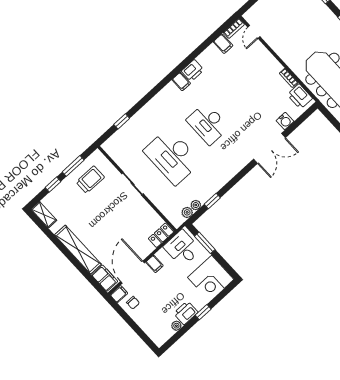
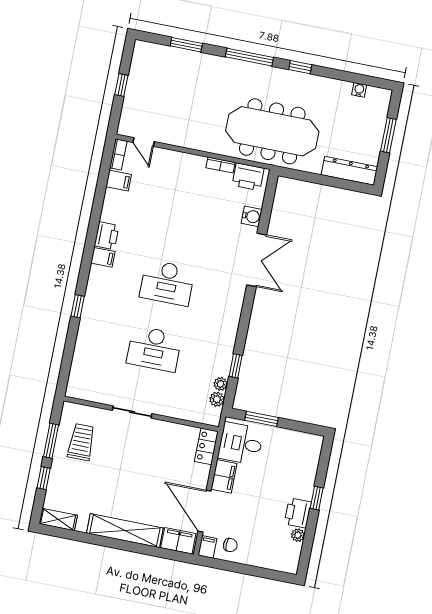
window: (122, 121) -> (78, 306), moved
desk: (172, 156) -> (154, 349), width x0.73, depth x0.77
filing cabinet: (154, 264) -> (224, 476), width x2.00
corner desk: (211, 278) -> (297, 454), removed

